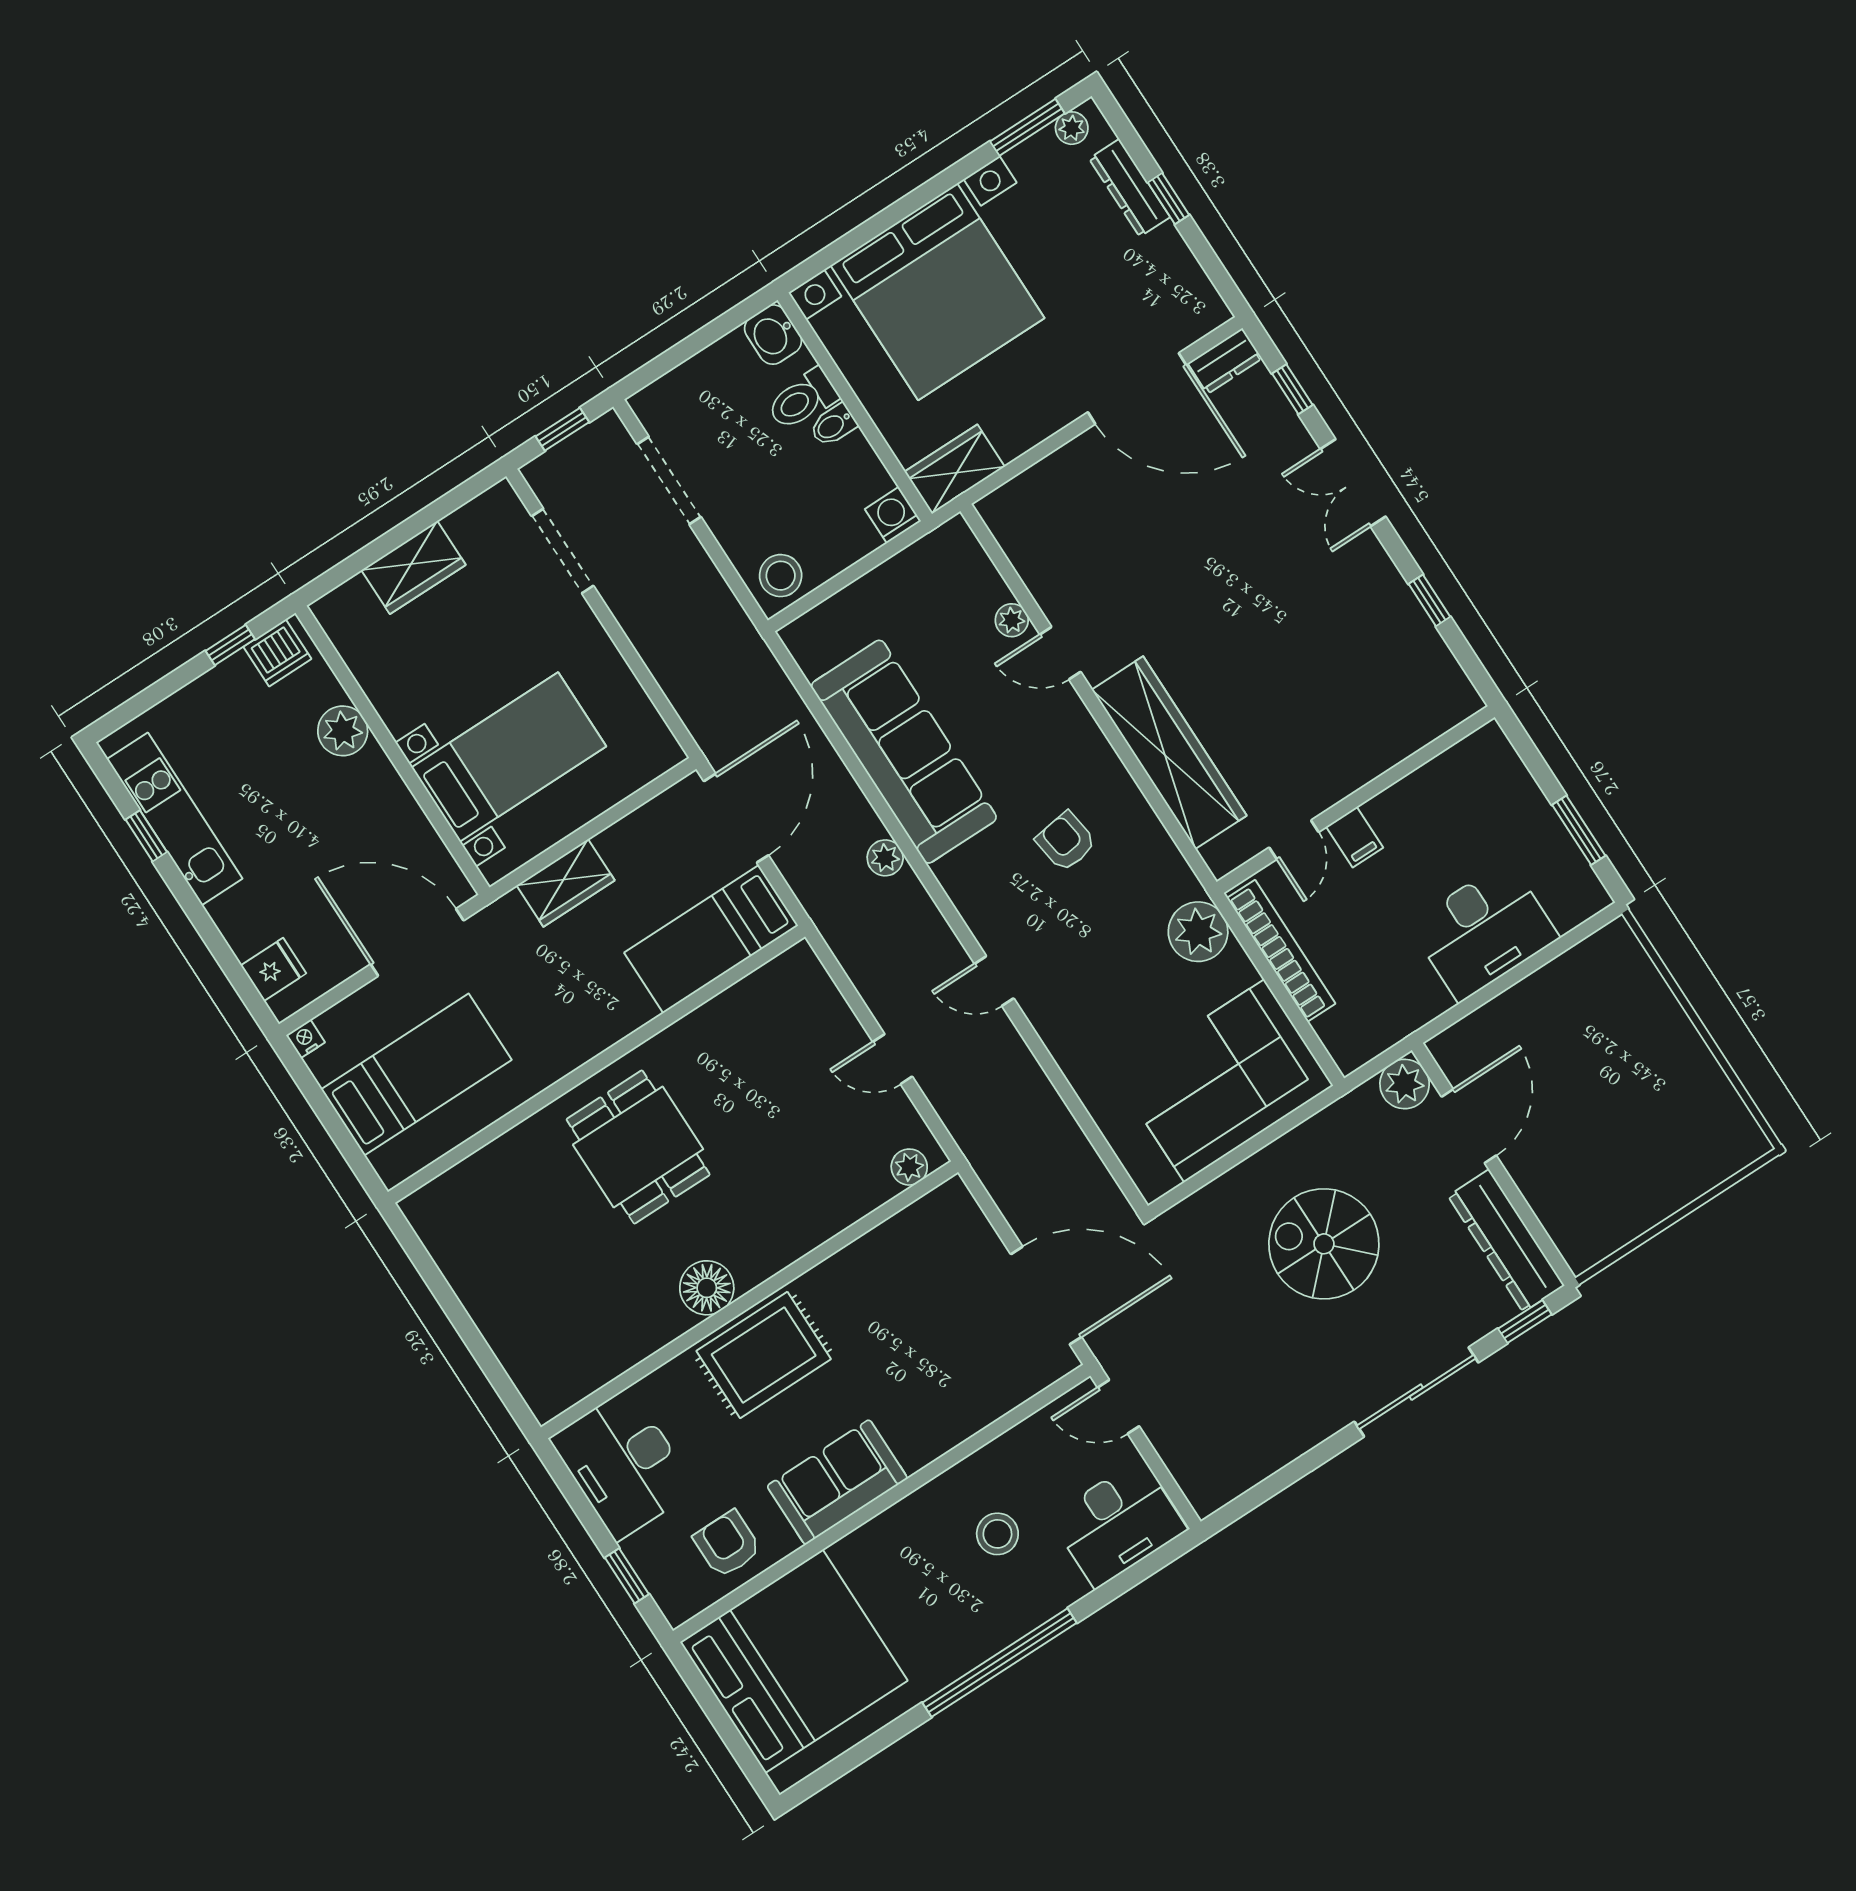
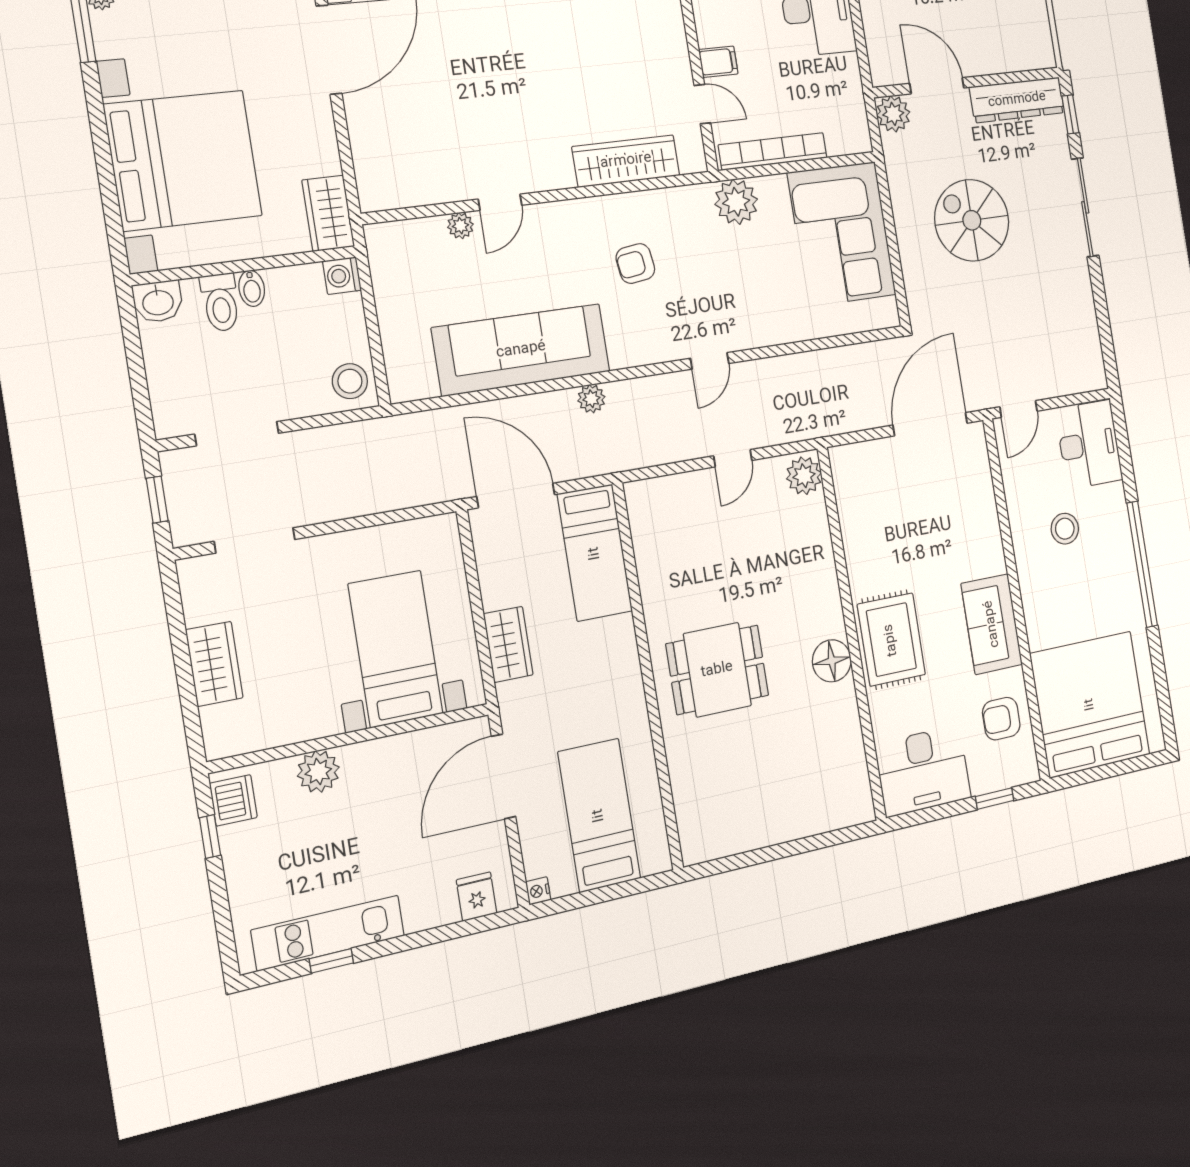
wardrobe: (1169, 753) -> (626, 161), width x0.71, depth x0.85
plant: (909, 1167) -> (804, 476), width x1.38, depth x1.38
spiral stairs: (1324, 1244) -> (972, 220), turned 90

